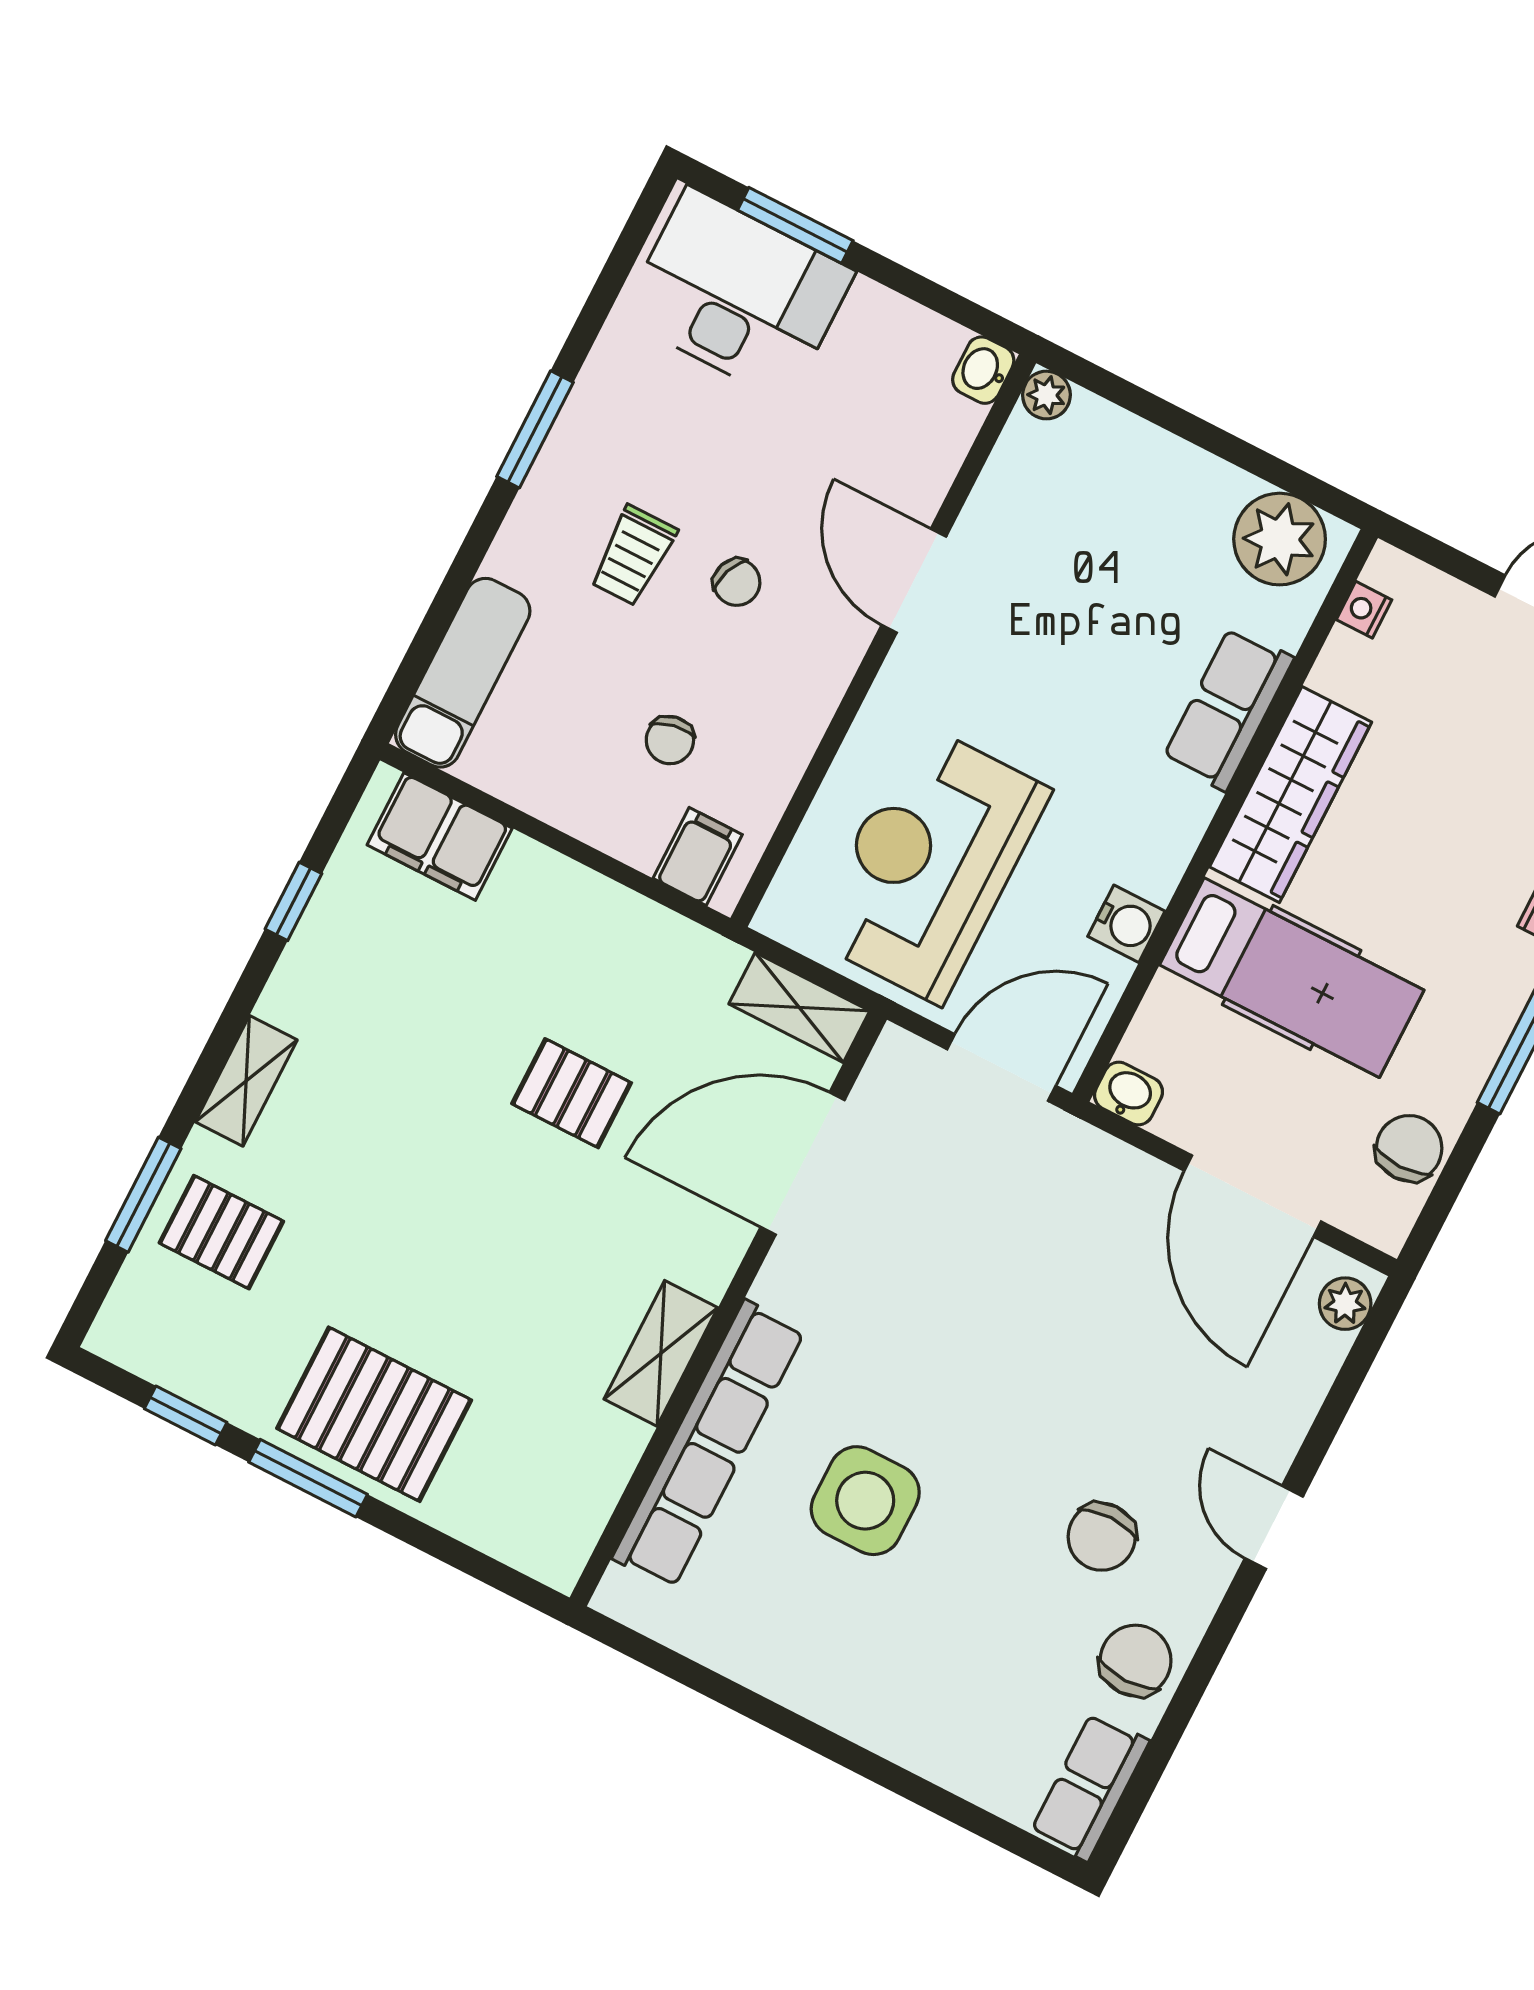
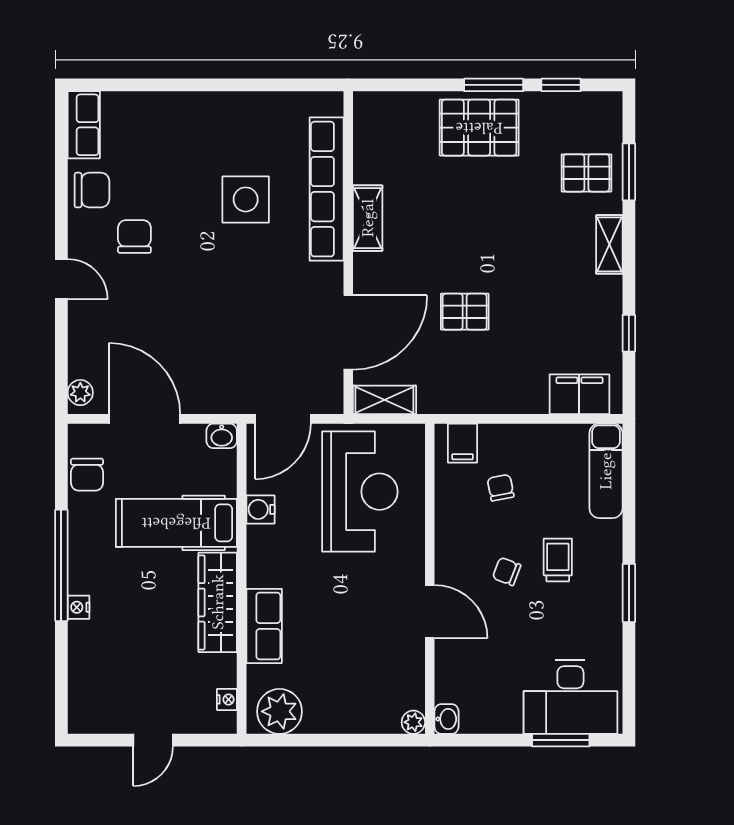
chair: (1136, 1661) -> (92, 190), turned -90

